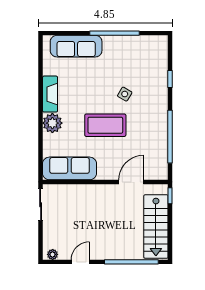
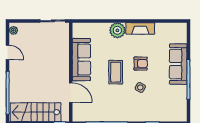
sofa: (76, 46) -> (178, 64), moved
armchair: (95, 94) -> (141, 64), added
coffee table: (105, 125) -> (116, 72), width x0.73, depth x0.76
sofa: (70, 168) -> (81, 60), moved

